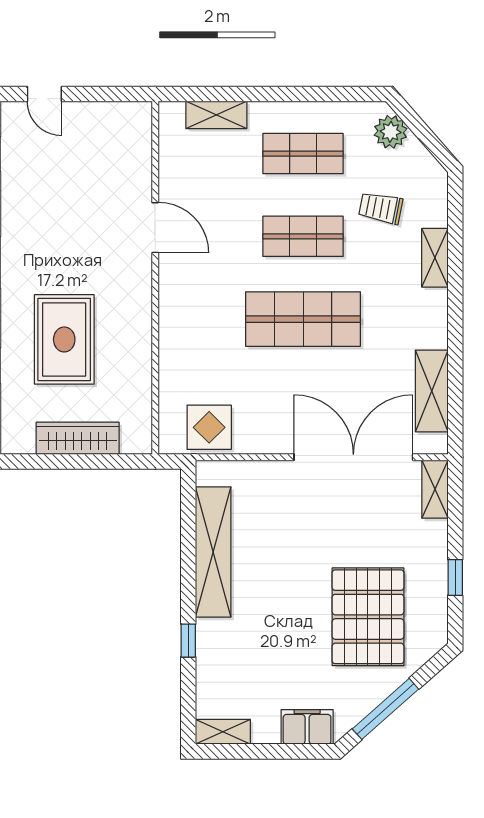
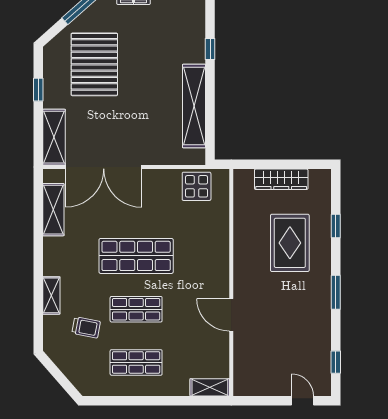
shelving: (216, 115) -> (210, 387), moved
plant: (391, 132) -> (80, 376), removed
shelving: (435, 489) -> (54, 137), width x1.50, depth x1.33

